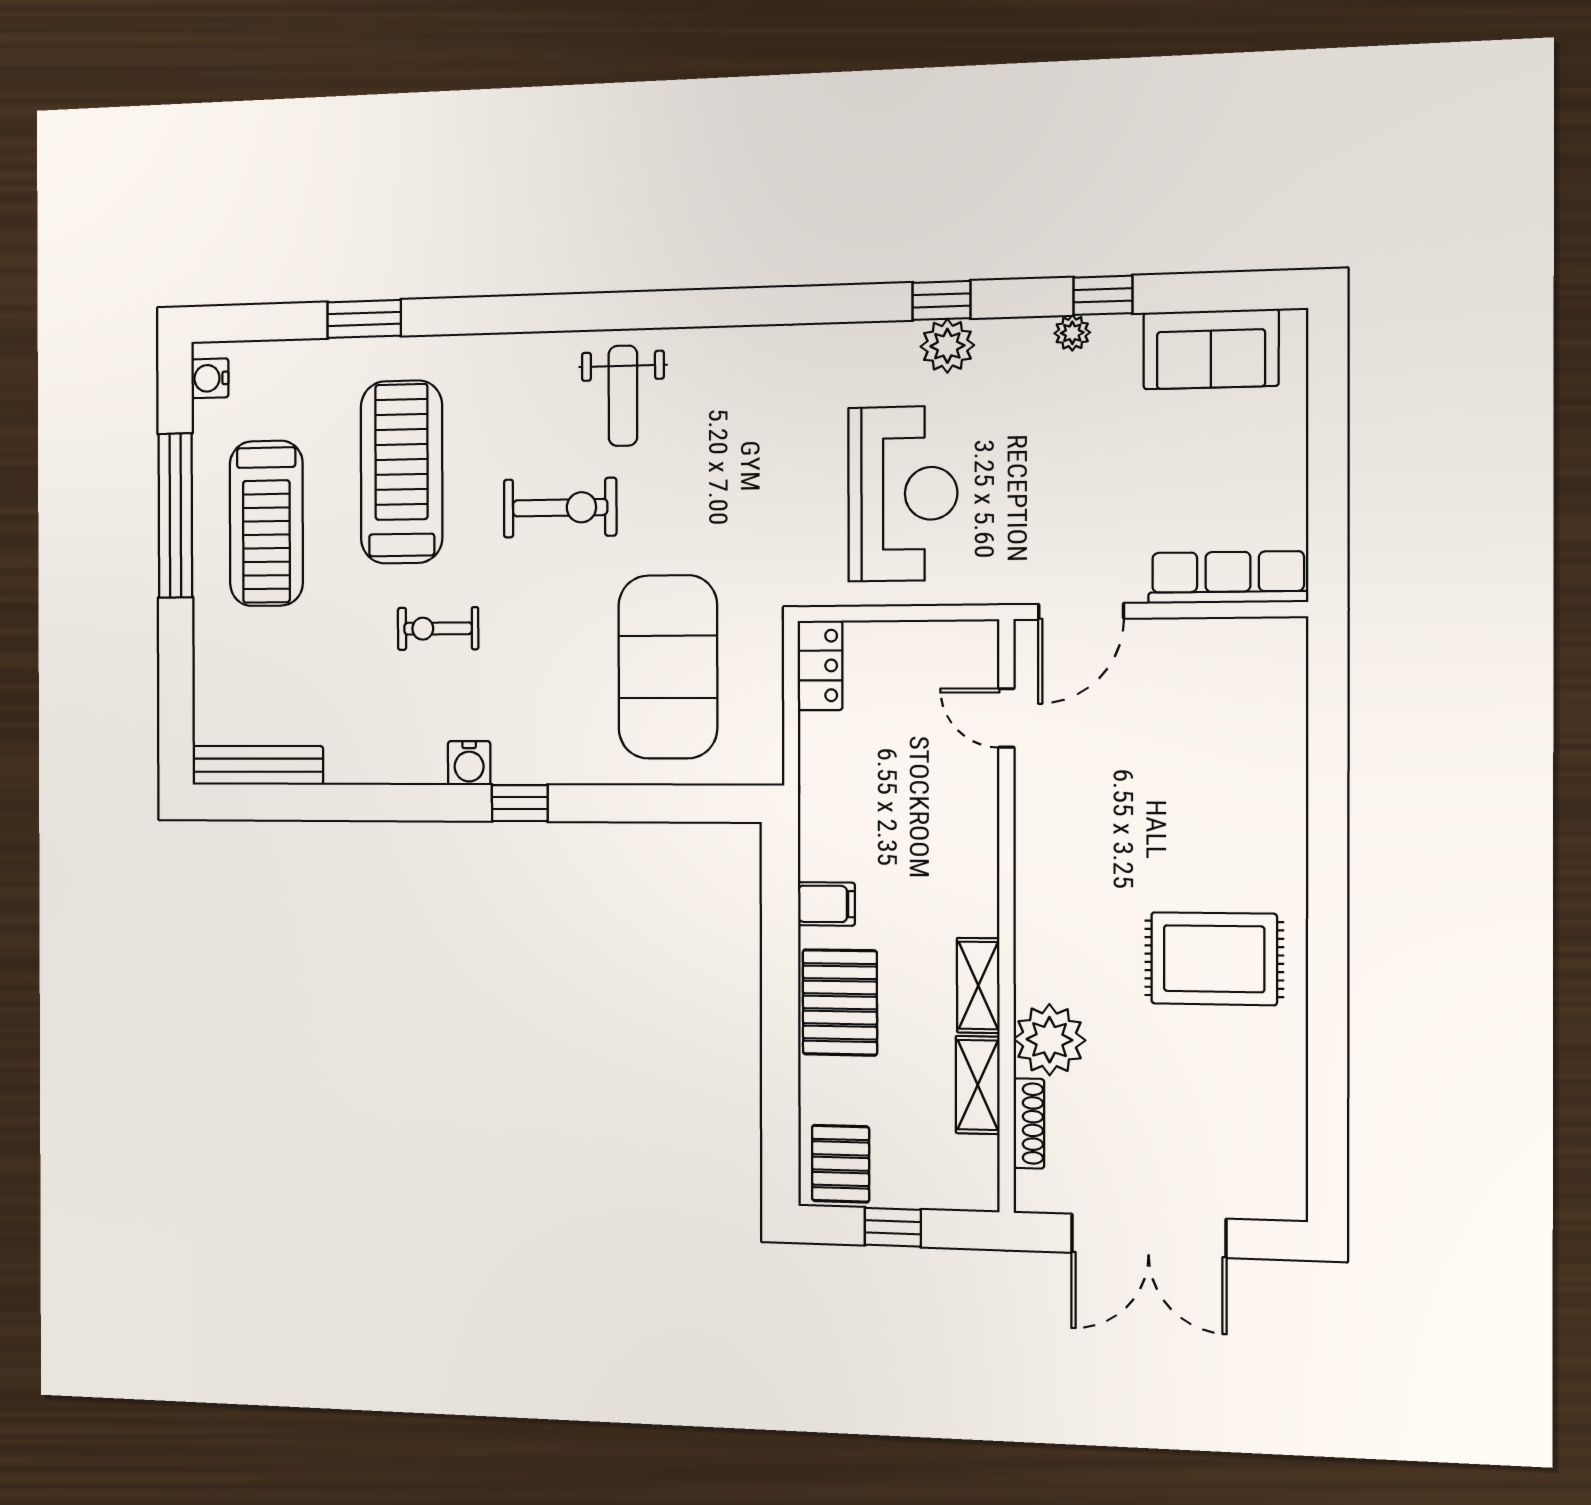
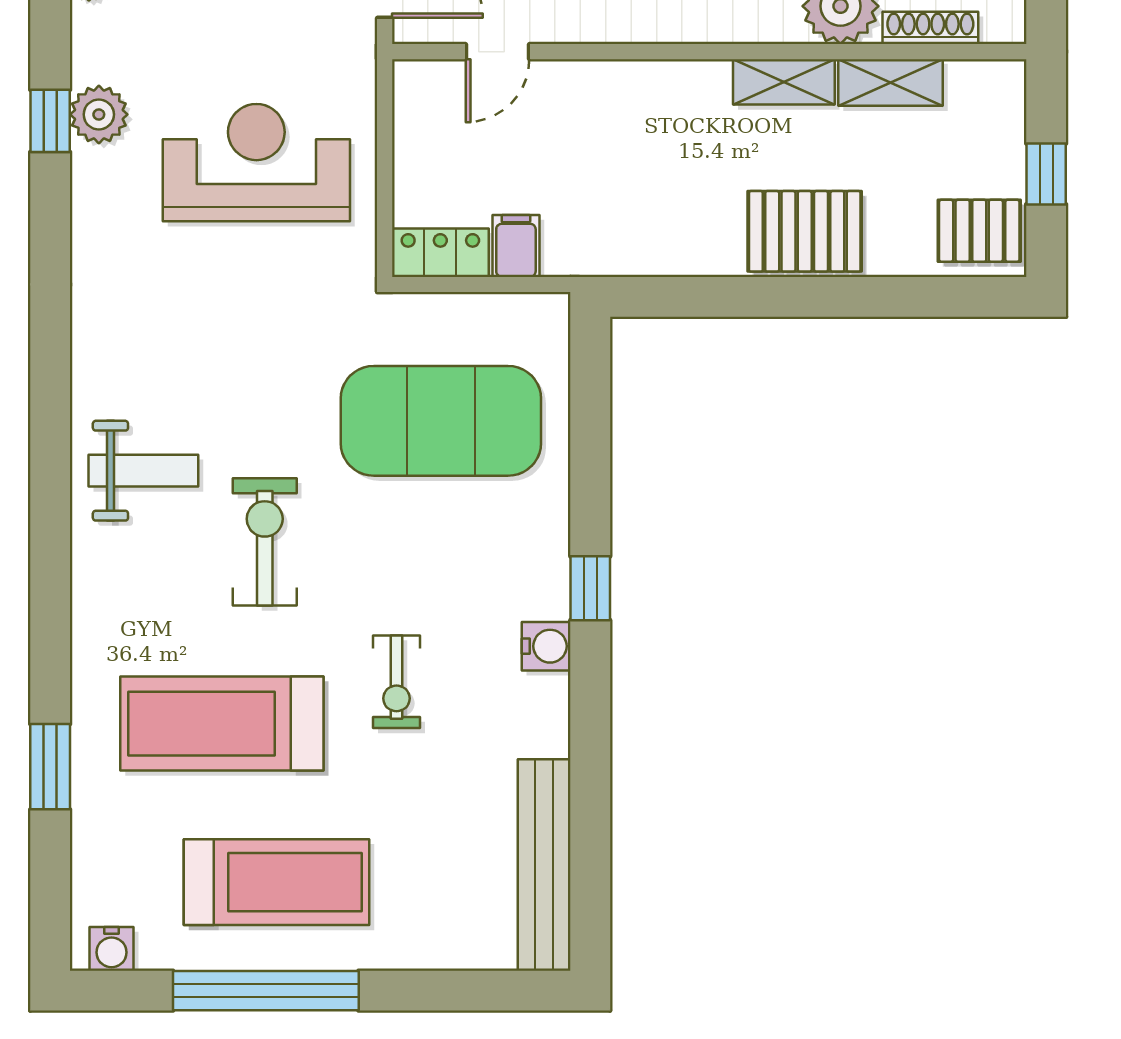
bench: (258, 765) -> (544, 865), width x1.37, depth x1.21
filing cabinet: (826, 904) -> (516, 246), moved

